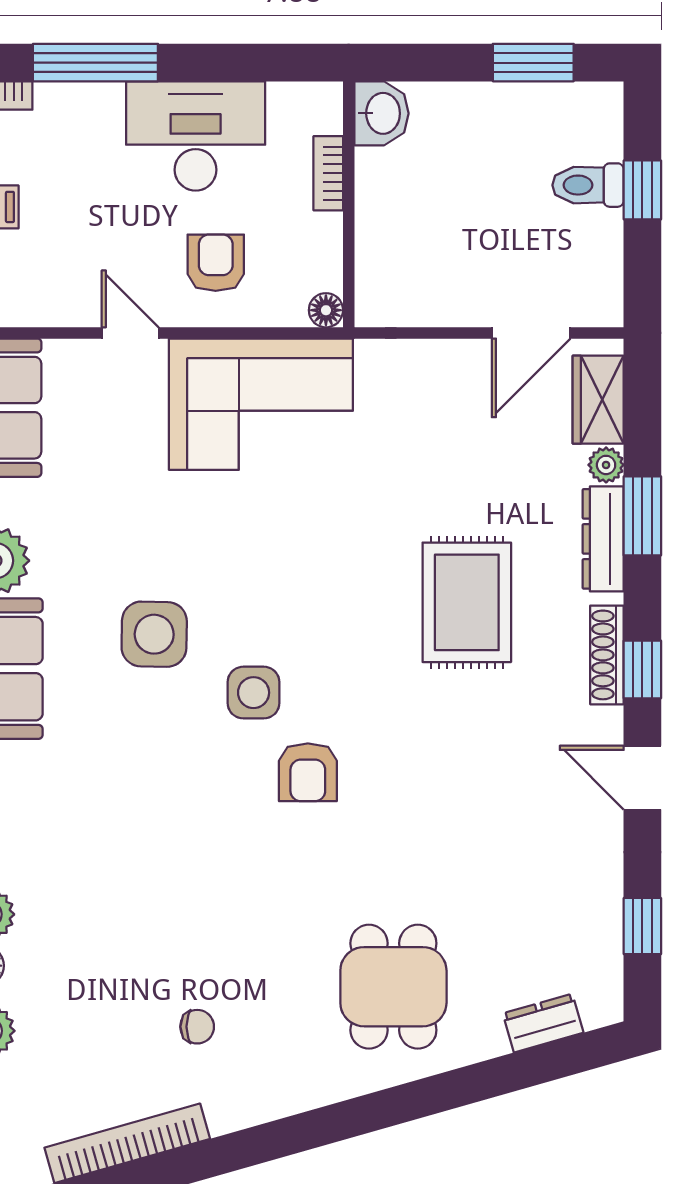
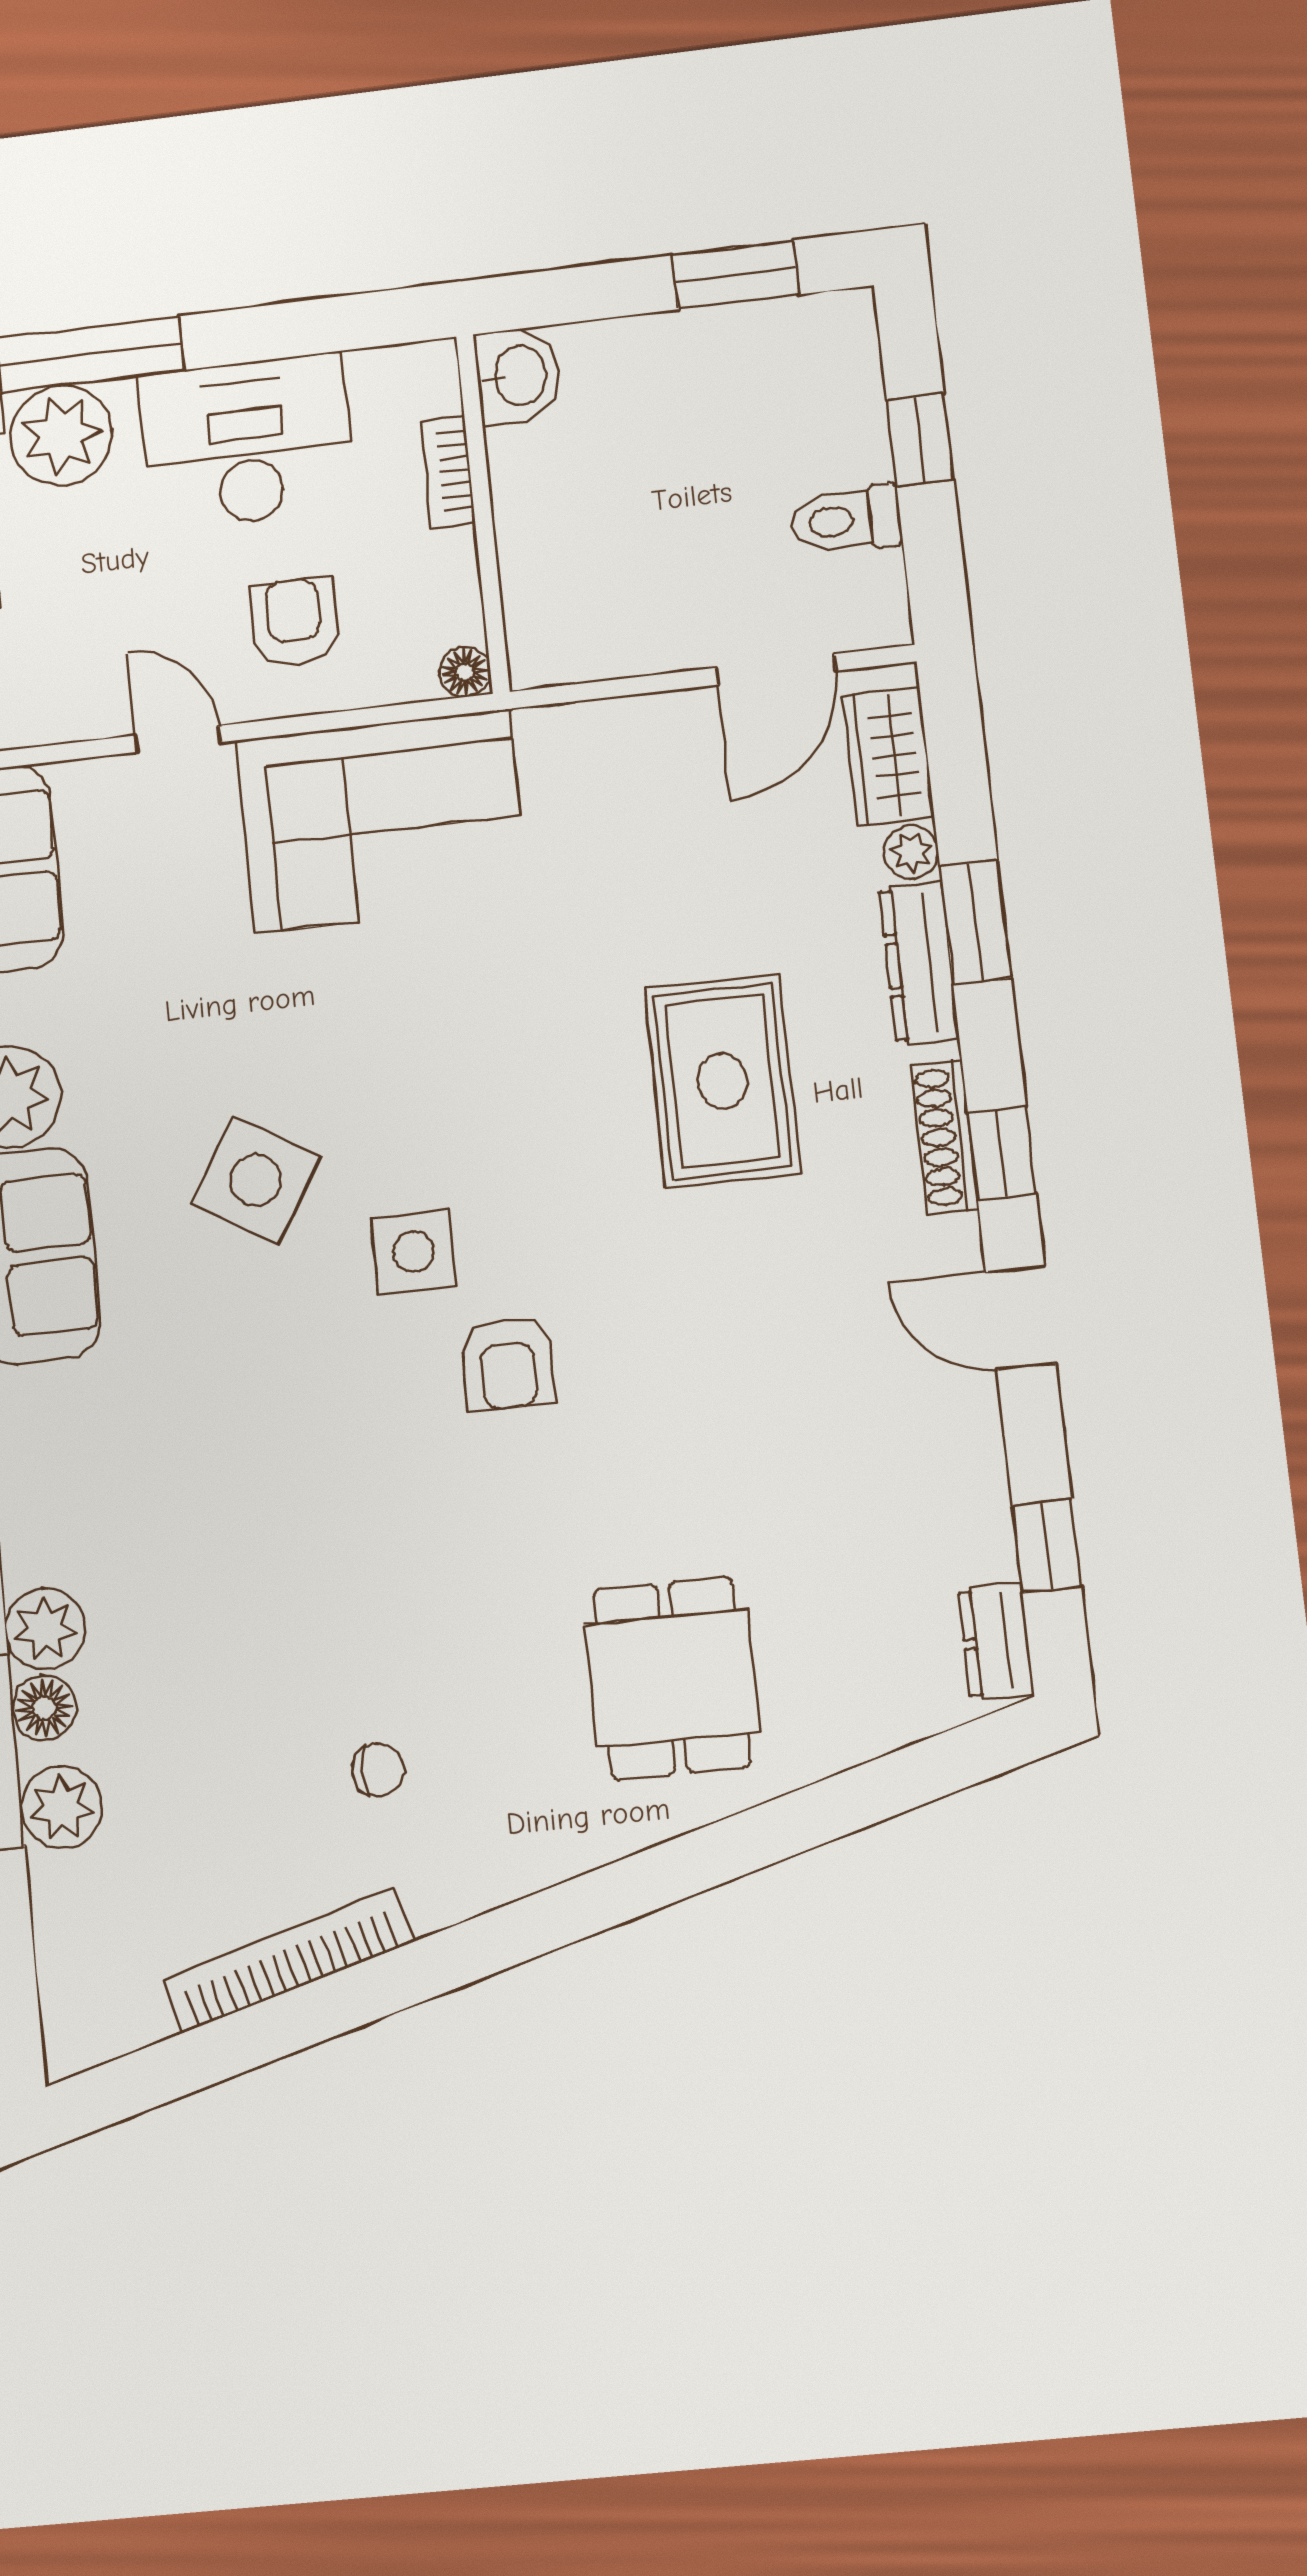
plant: (71, 116) -> (61, 435), added
toilet: (588, 185) -> (846, 520), moved
side table: (154, 634) -> (256, 1180), turned 30
dresser: (543, 1023) -> (996, 1641), moved, turned -74

